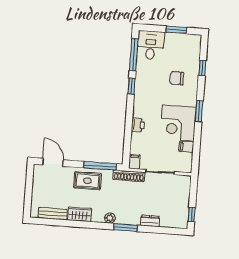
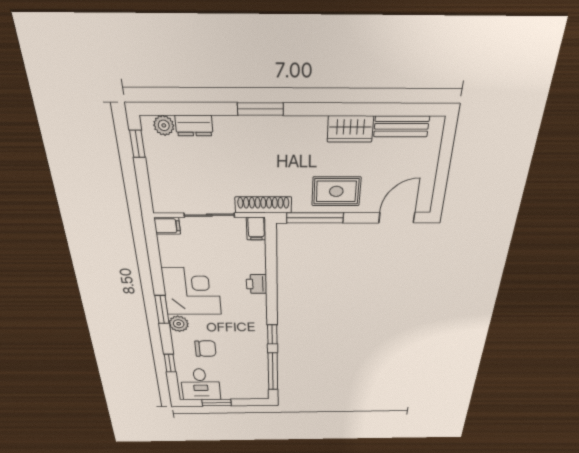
desk: (151, 45) -> (200, 384), moved
plant: (191, 100) -> (179, 324), added
filing cabinet: (186, 147) -> (167, 226), moved
door: (53, 162) -> (397, 218), swing flipped
plant: (110, 218) -> (164, 125), moved
dresser: (150, 221) -> (194, 126), moved

